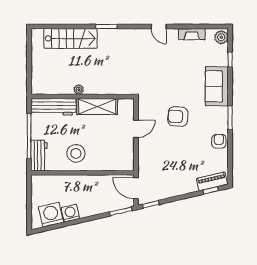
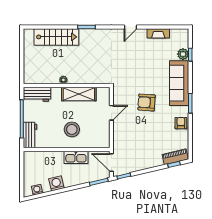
door: (159, 27) -> (130, 27), hinge flipped
plant: (221, 37) -> (183, 54), moved
sofa: (217, 86) -> (179, 83), width x1.36
workbench: (53, 107) -> (37, 94), width x0.73
stool: (76, 153) -> (72, 129), moved
kitchen sink: (94, 182) -> (76, 157), added
washing machine: (51, 215) -> (37, 190), width x0.53, depth x0.53

